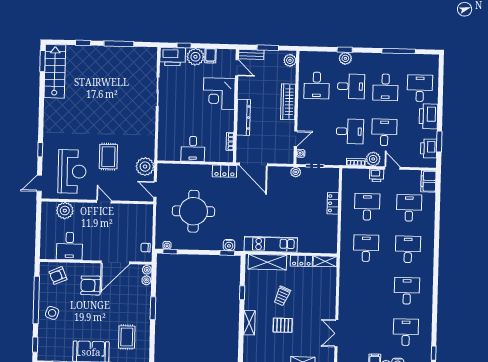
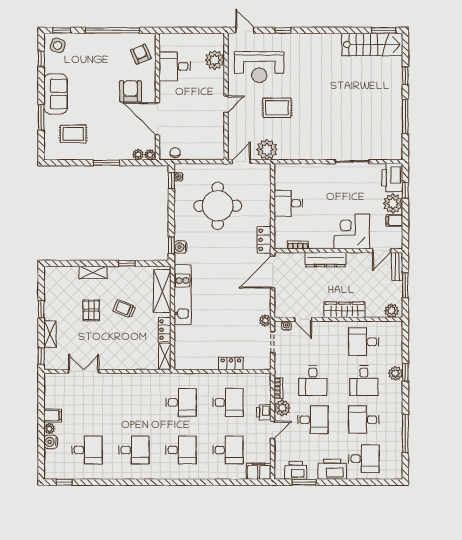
side table: (52, 313) -> (58, 45), moved

